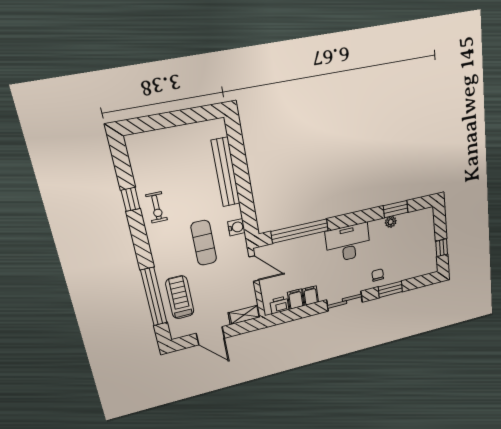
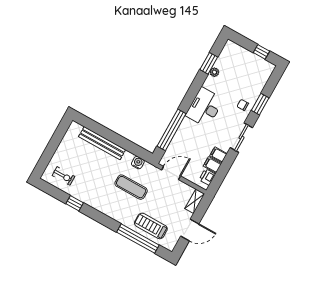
exercise bike: (157, 207) -> (63, 176), moved

